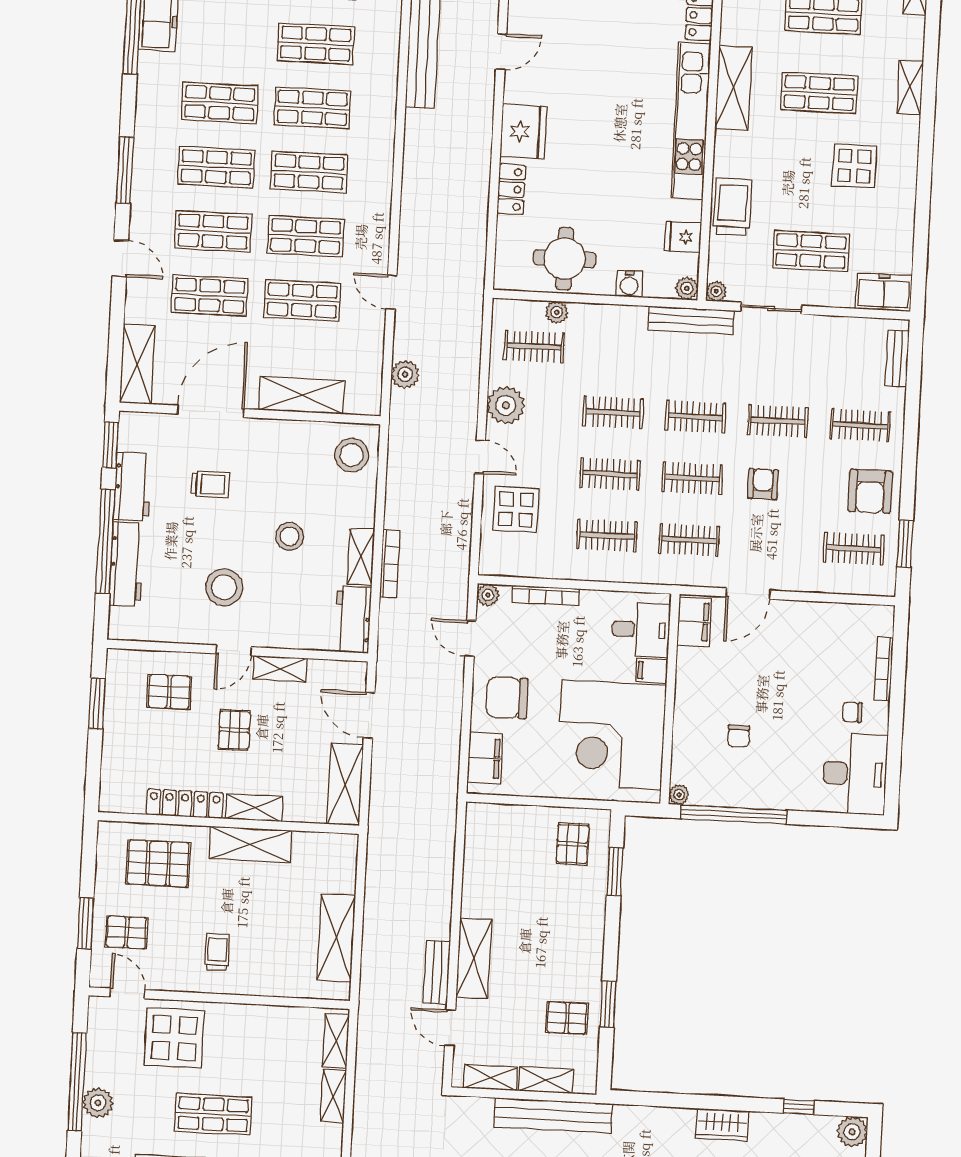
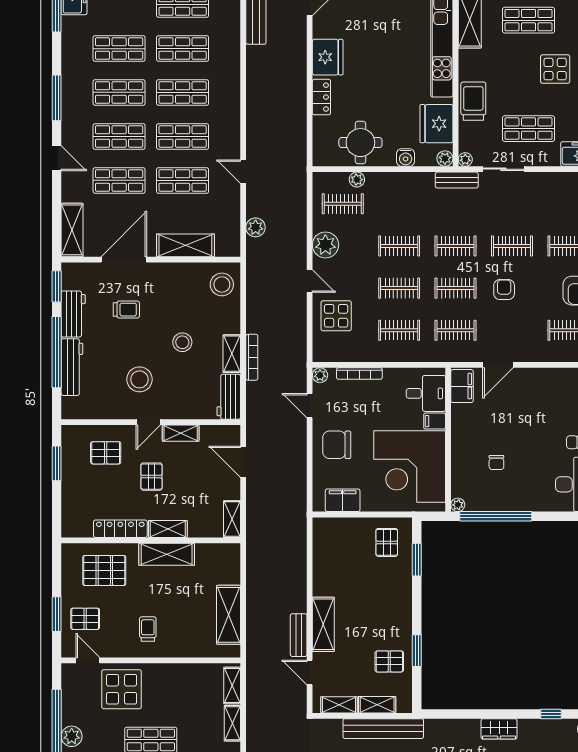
fridge: (683, 237) -> (436, 124), width x1.88, depth x1.34
bench: (691, 320) -> (457, 180), width x0.73
filing cabinet: (485, 758) -> (343, 500), moved, turned -90
shelving: (345, 784) -> (232, 519), width x0.67, depth x0.75

